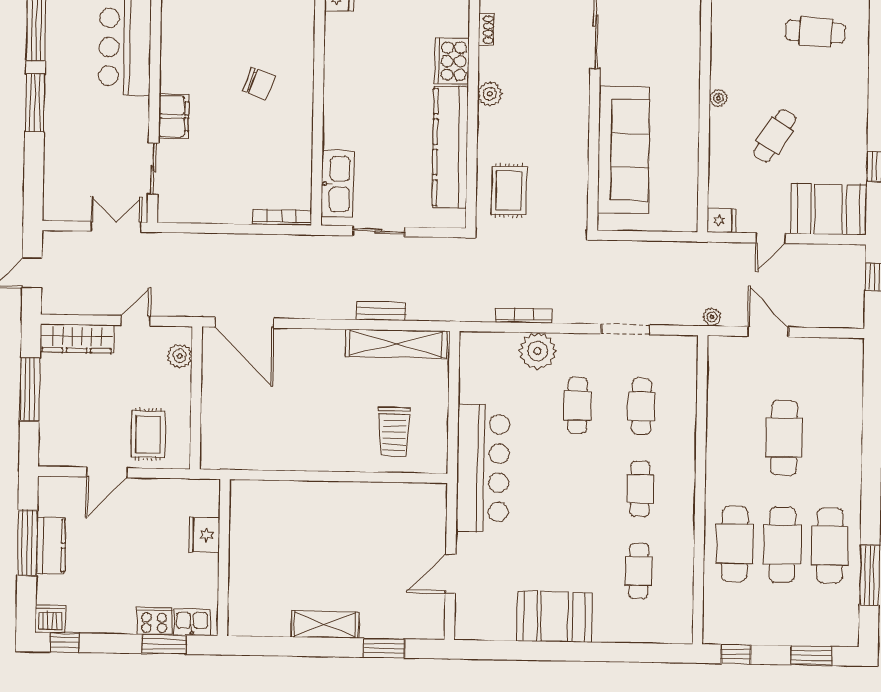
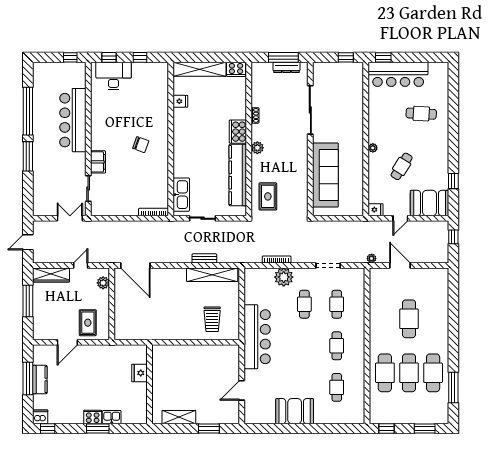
fridge: (204, 535) -> (140, 373), moved
wall: (224, 558) -> (150, 384), moved

